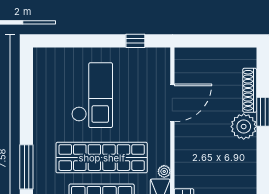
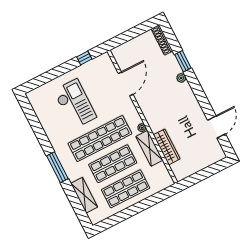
shoe rack: (250, 90) -> (162, 40), moved
plant: (244, 127) -> (181, 78), width x0.53, depth x0.53

